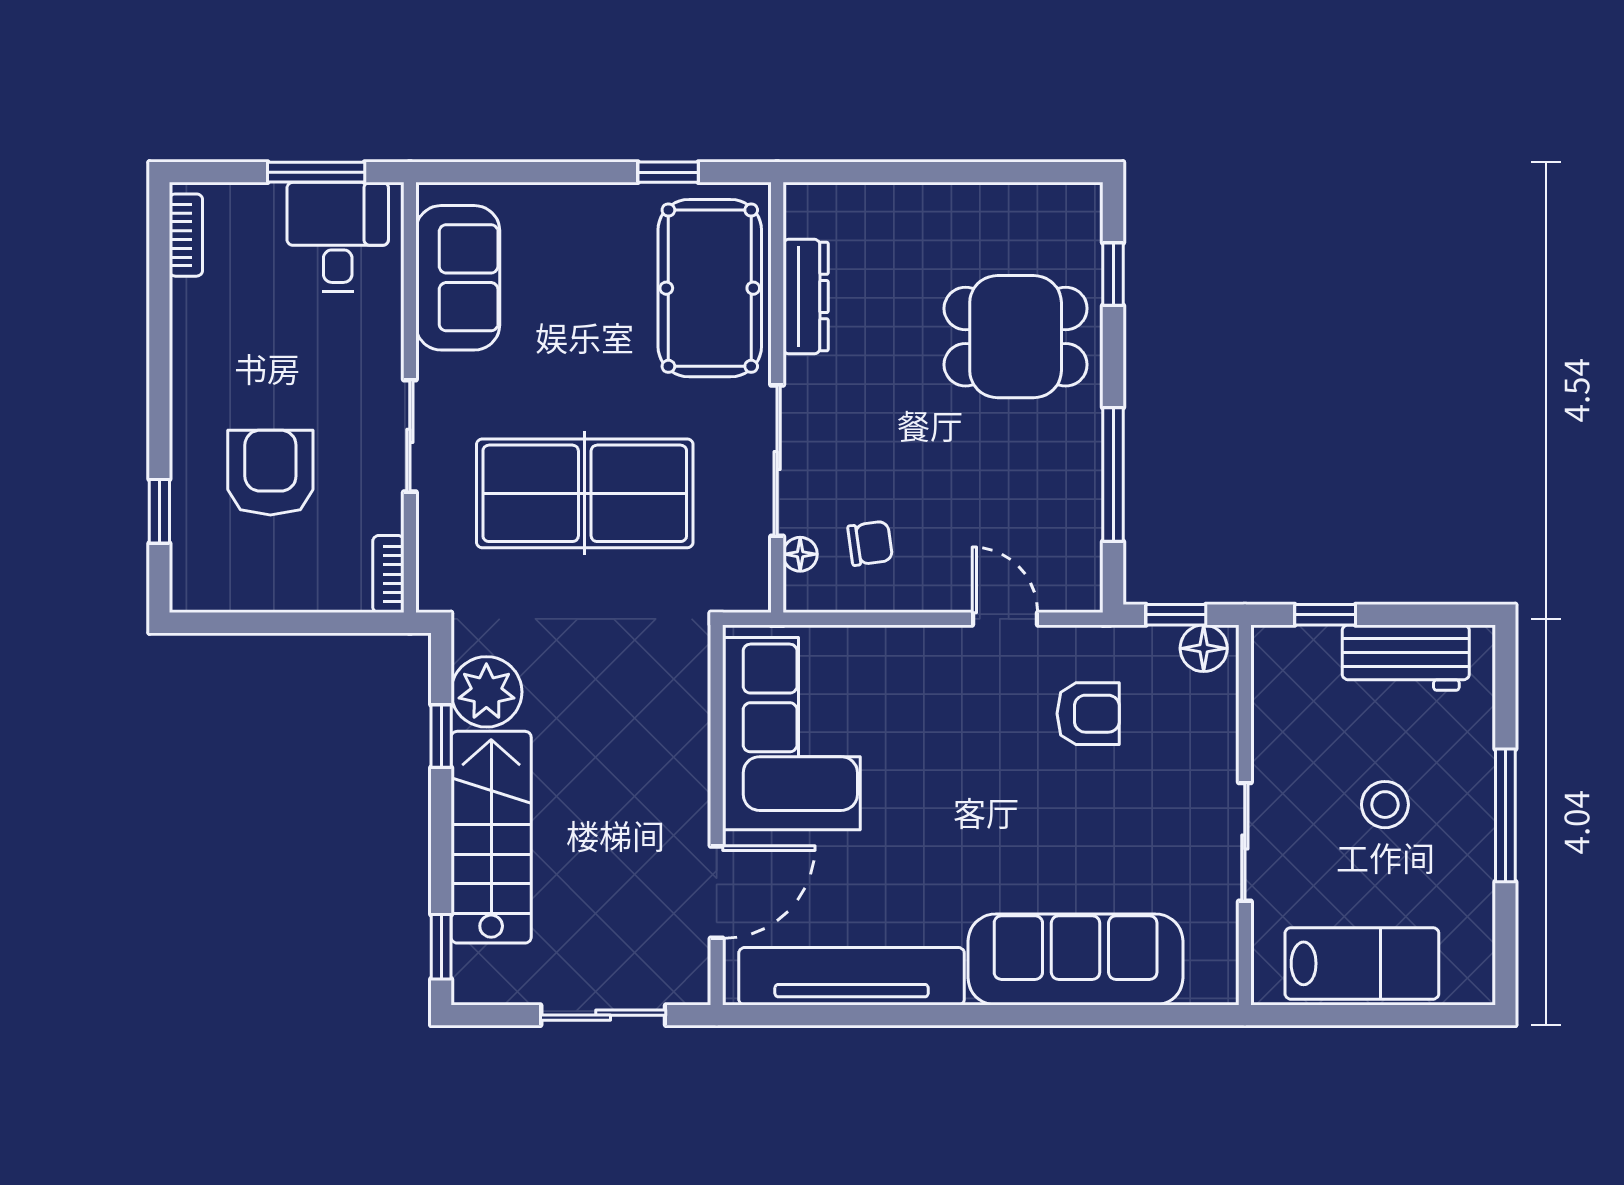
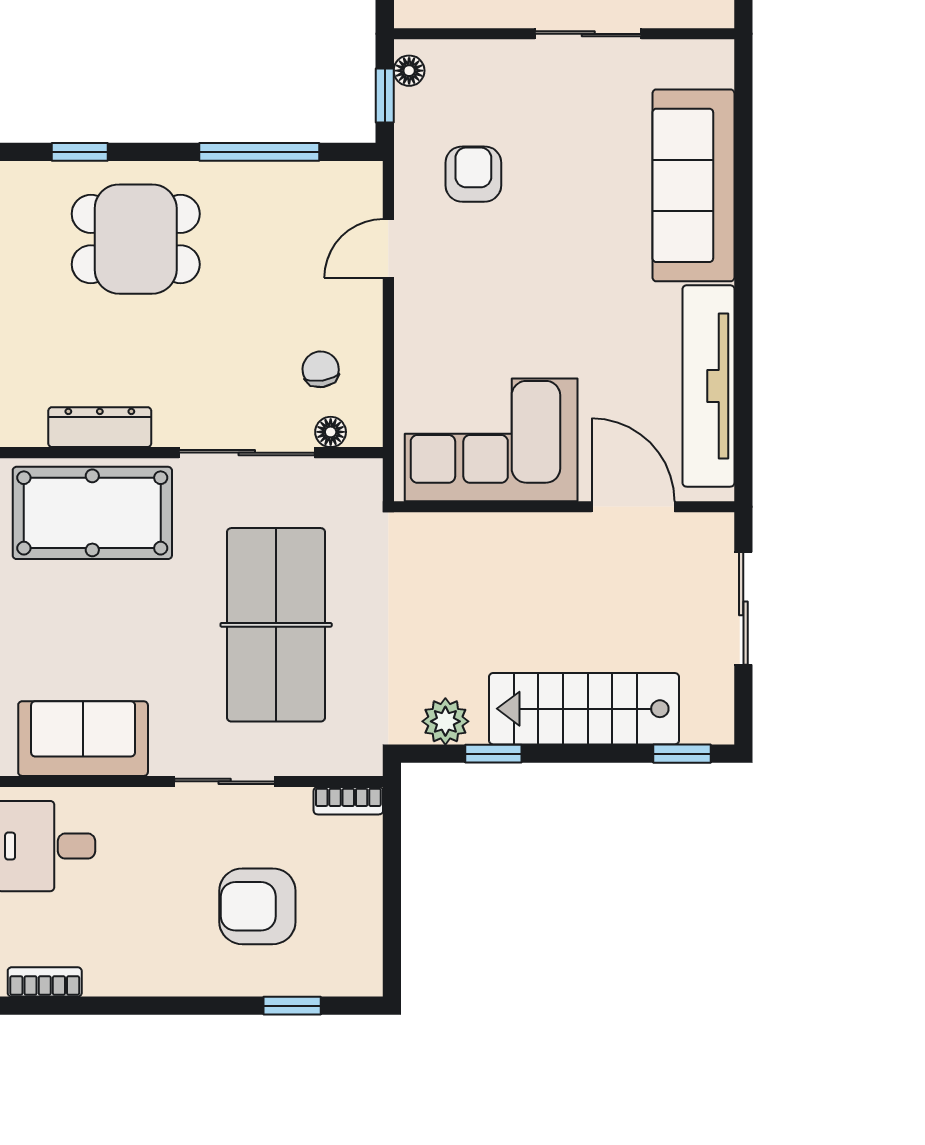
dining table: (1016, 337) -> (136, 239), turned 90
floor lamp: (1204, 648) -> (409, 71), width x0.73, depth x0.73
plant: (486, 692) -> (445, 721), width x0.73, depth x0.73

